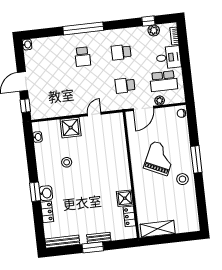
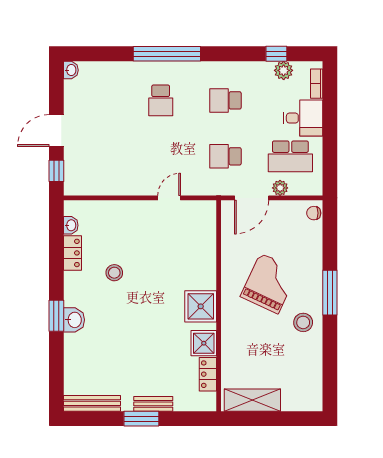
shower: (71, 128) -> (201, 306), moved
locker: (47, 212) -> (72, 253), moved

